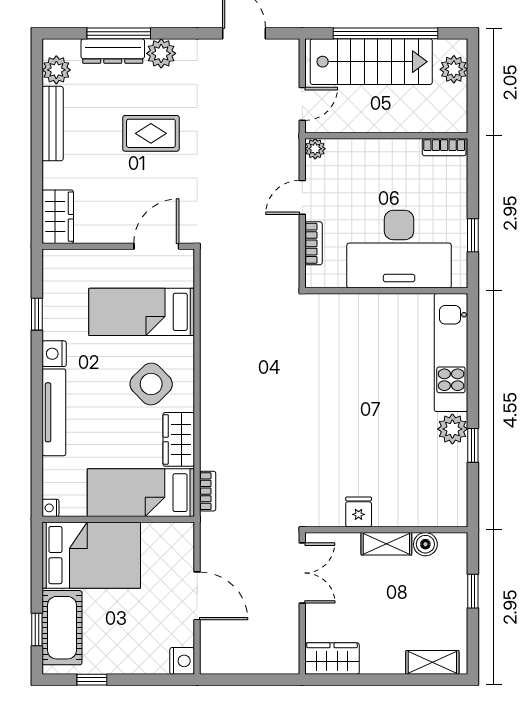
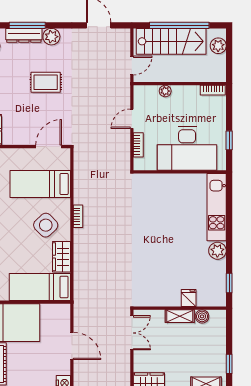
plant: (315, 149) -> (165, 91), moved
window: (473, 445) -> (229, 283), moved
bookcase: (208, 491) -> (78, 216), moved
fridge: (359, 512) -> (189, 298), moved
window: (473, 591) -> (229, 364), moved

